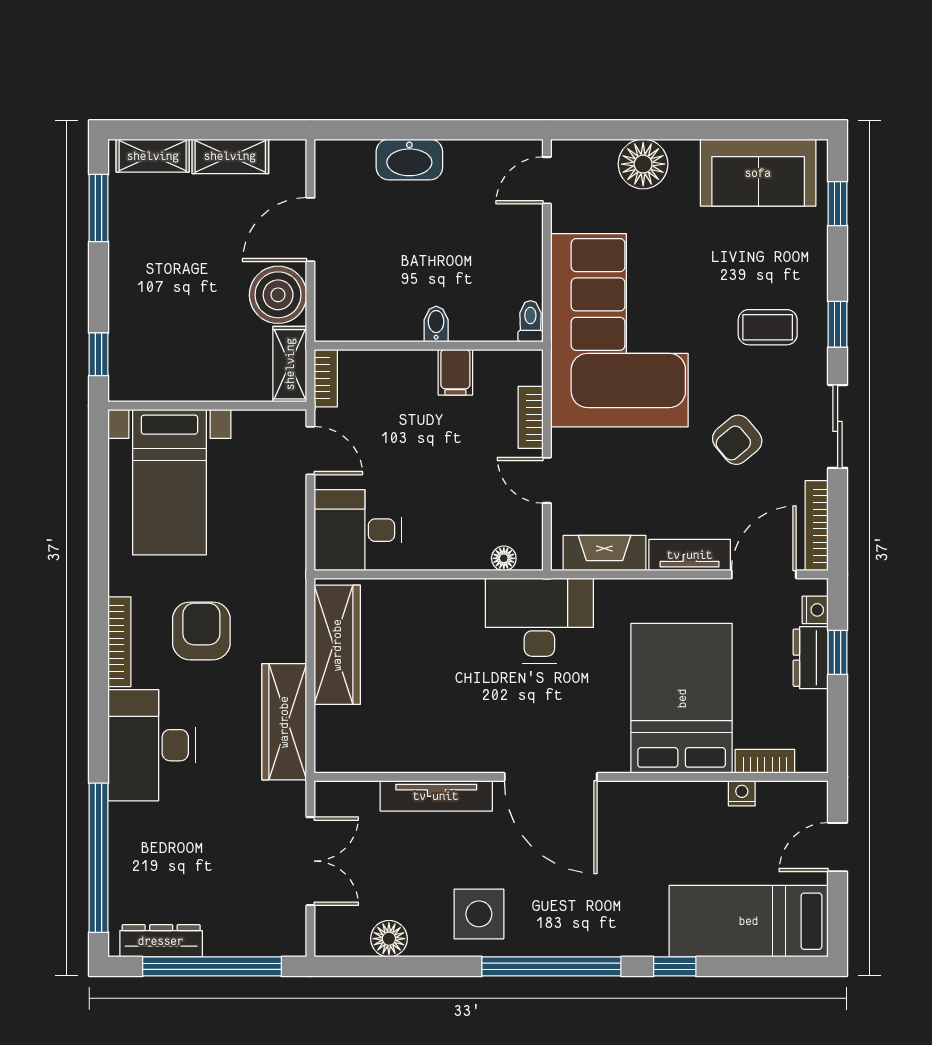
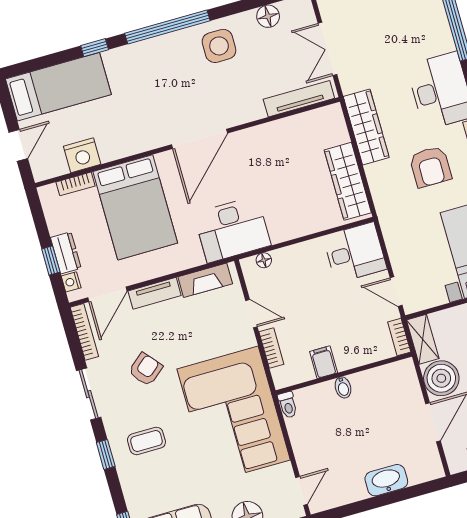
door: (551, 777) -> (199, 139), swing flipped
nightstand: (742, 793) -> (82, 155), width x1.89, depth x1.79
tv unit: (436, 796) -> (299, 99), moved

